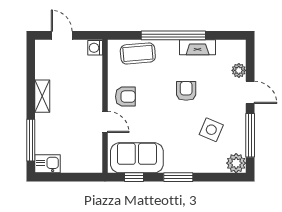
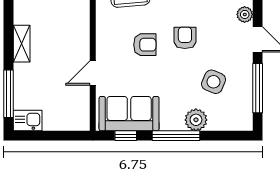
armchair: (125, 97) -> (145, 45), moved
door: (105, 122) -> (93, 73), swing flipped
plant: (236, 163) -> (196, 120), moved
window: (178, 177) -> (176, 136), width x1.44

